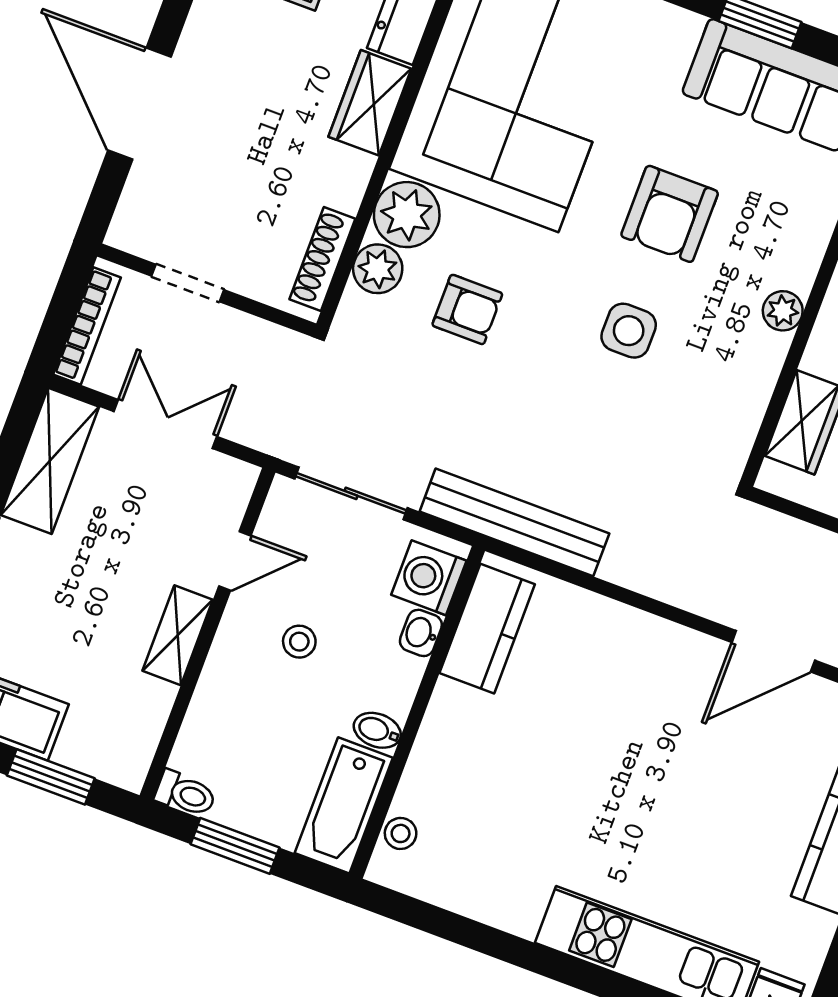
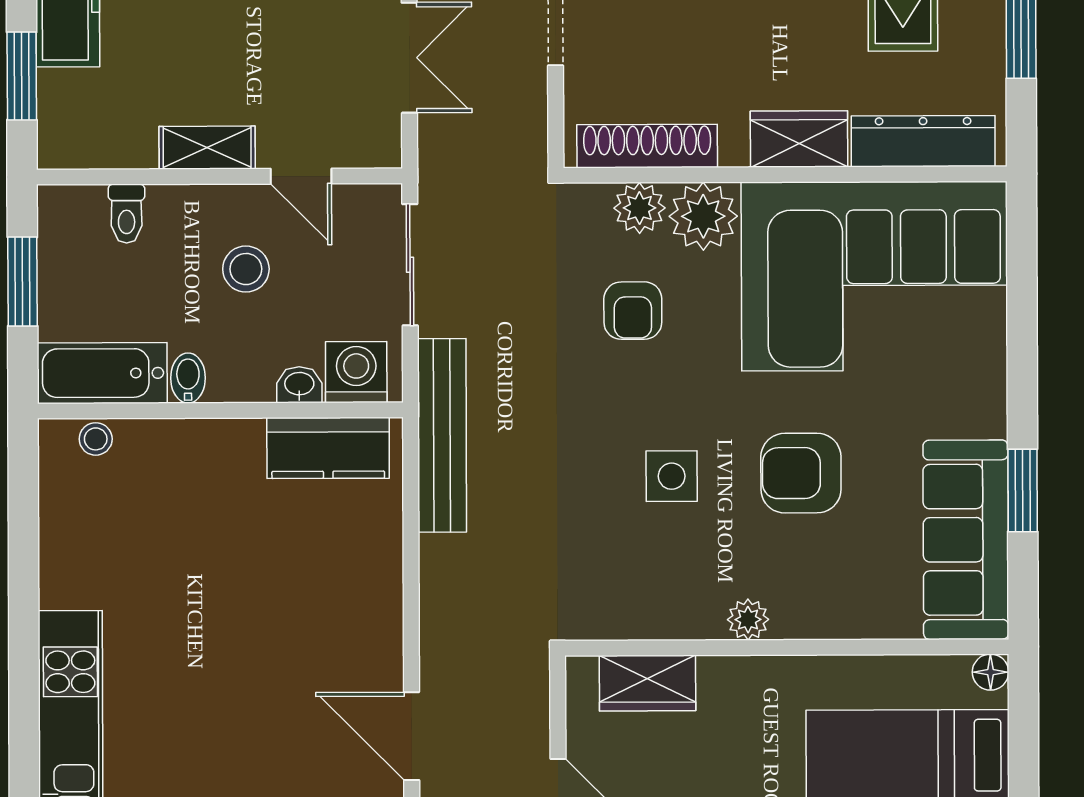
shoe rack: (322, 259) -> (647, 146), width x1.36, depth x1.24
stool: (299, 642) -> (246, 269), width x1.37, depth x1.37
toilet: (185, 794) -> (127, 214), moved

